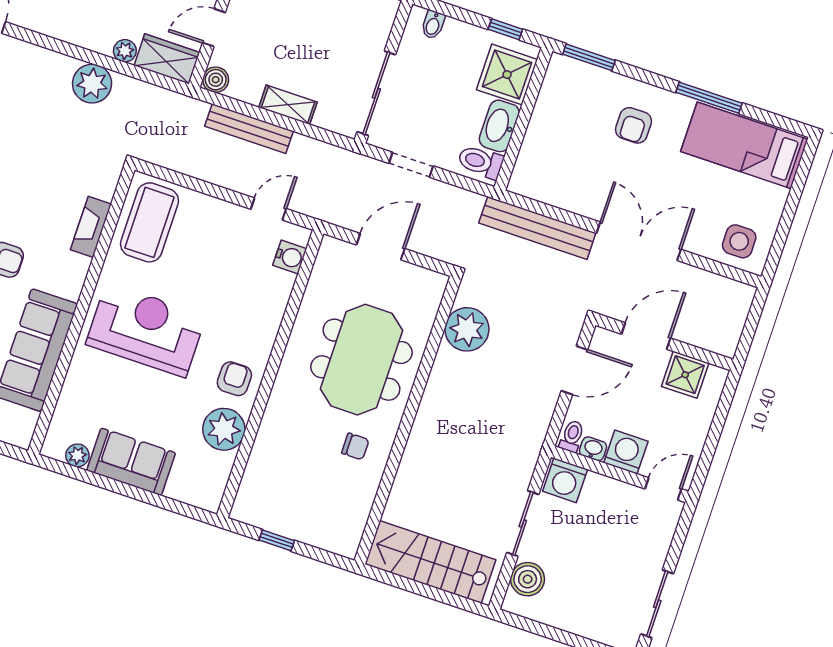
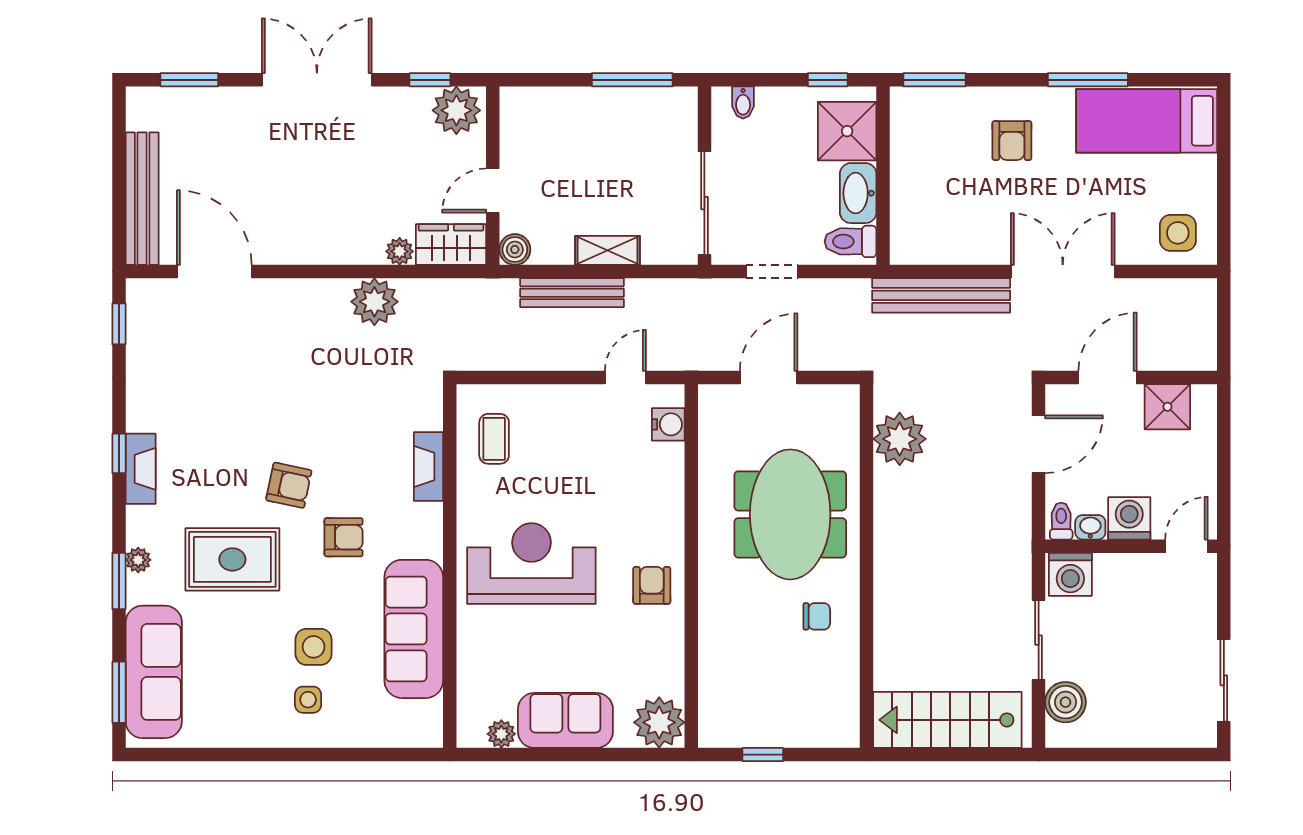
coffee table: (150, 222) -> (494, 439), width x0.54, depth x0.58
plant: (224, 429) -> (659, 722), moved

